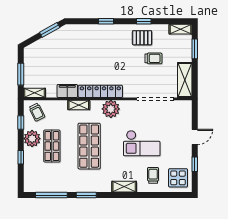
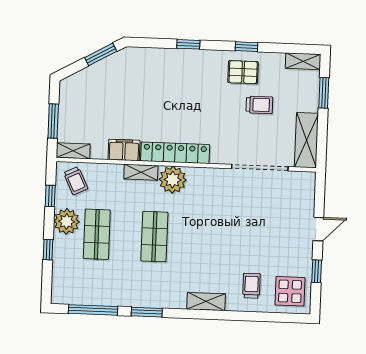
plant: (111, 109) -> (173, 180), moved
checkout: (142, 143) -> (236, 235), removed
shop shelf: (89, 146) -> (154, 237), width x0.70, depth x0.74

